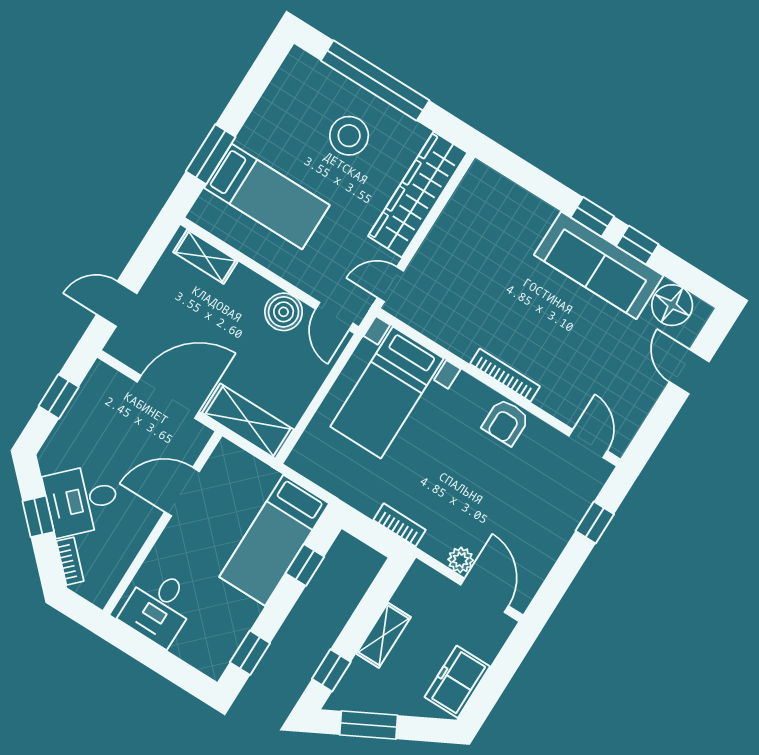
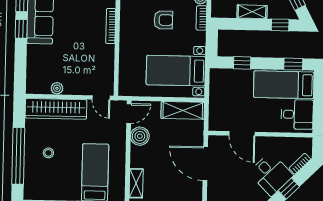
stool: (349, 136) -> (48, 153), width x0.53, depth x0.53
plant: (452, 218) -> (57, 88), added
bed with nightstands: (387, 393) -> (176, 71), moved, turned 180
shelving: (248, 421) -> (183, 110), moved, turned 90
armchair: (506, 422) -> (163, 20), moved
bookcase: (399, 525) -> (201, 18), moved
bed: (274, 540) -> (284, 85), moved, turned 180

